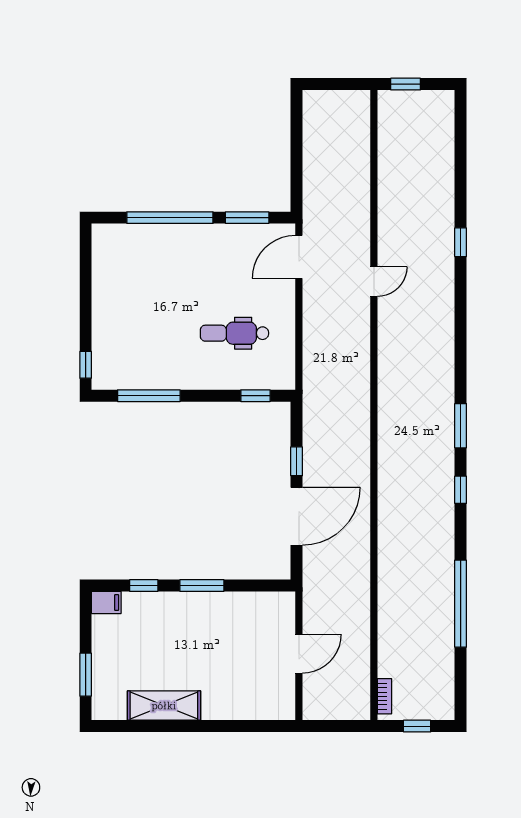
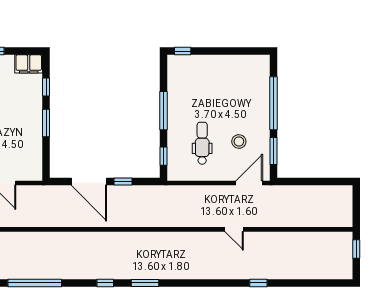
door: (299, 257) -> (249, 183), hinge flipped
stool: (232, 274) -> (239, 141), added
window: (149, 396) -> (163, 111), moved
filing cabinet: (106, 602) -> (29, 64), width x2.00

